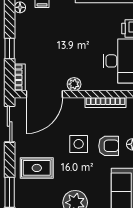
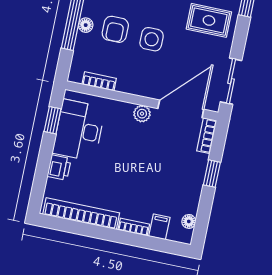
bookcase: (105, 103) -> (99, 81), width x0.64
armchair: (109, 146) -> (115, 29), turned -90

